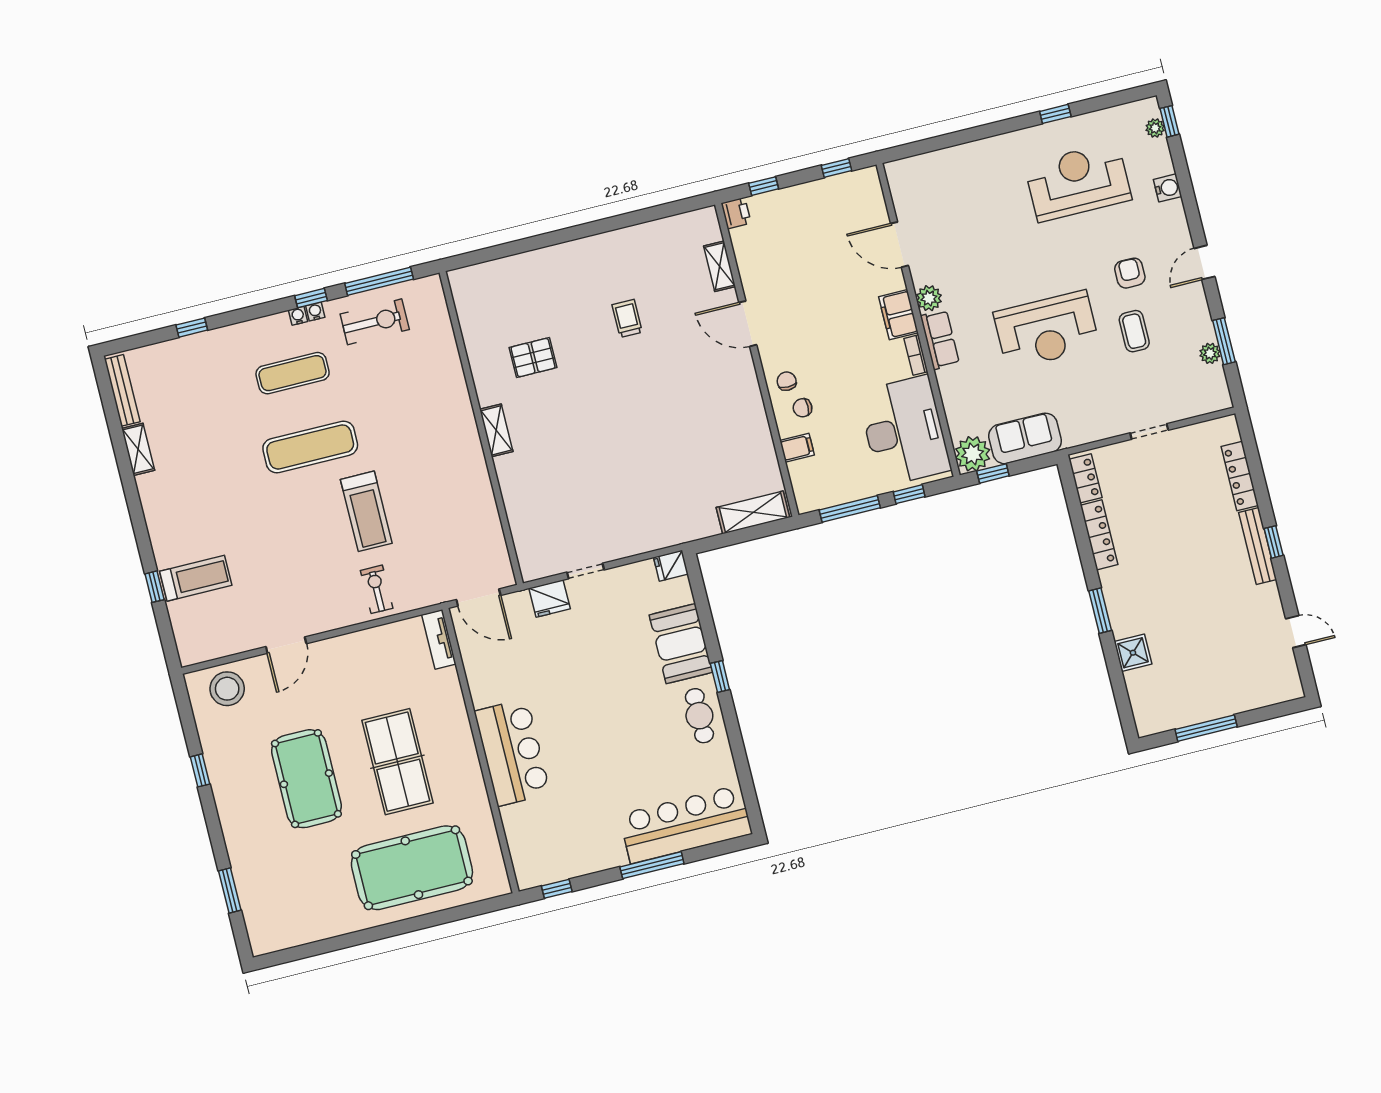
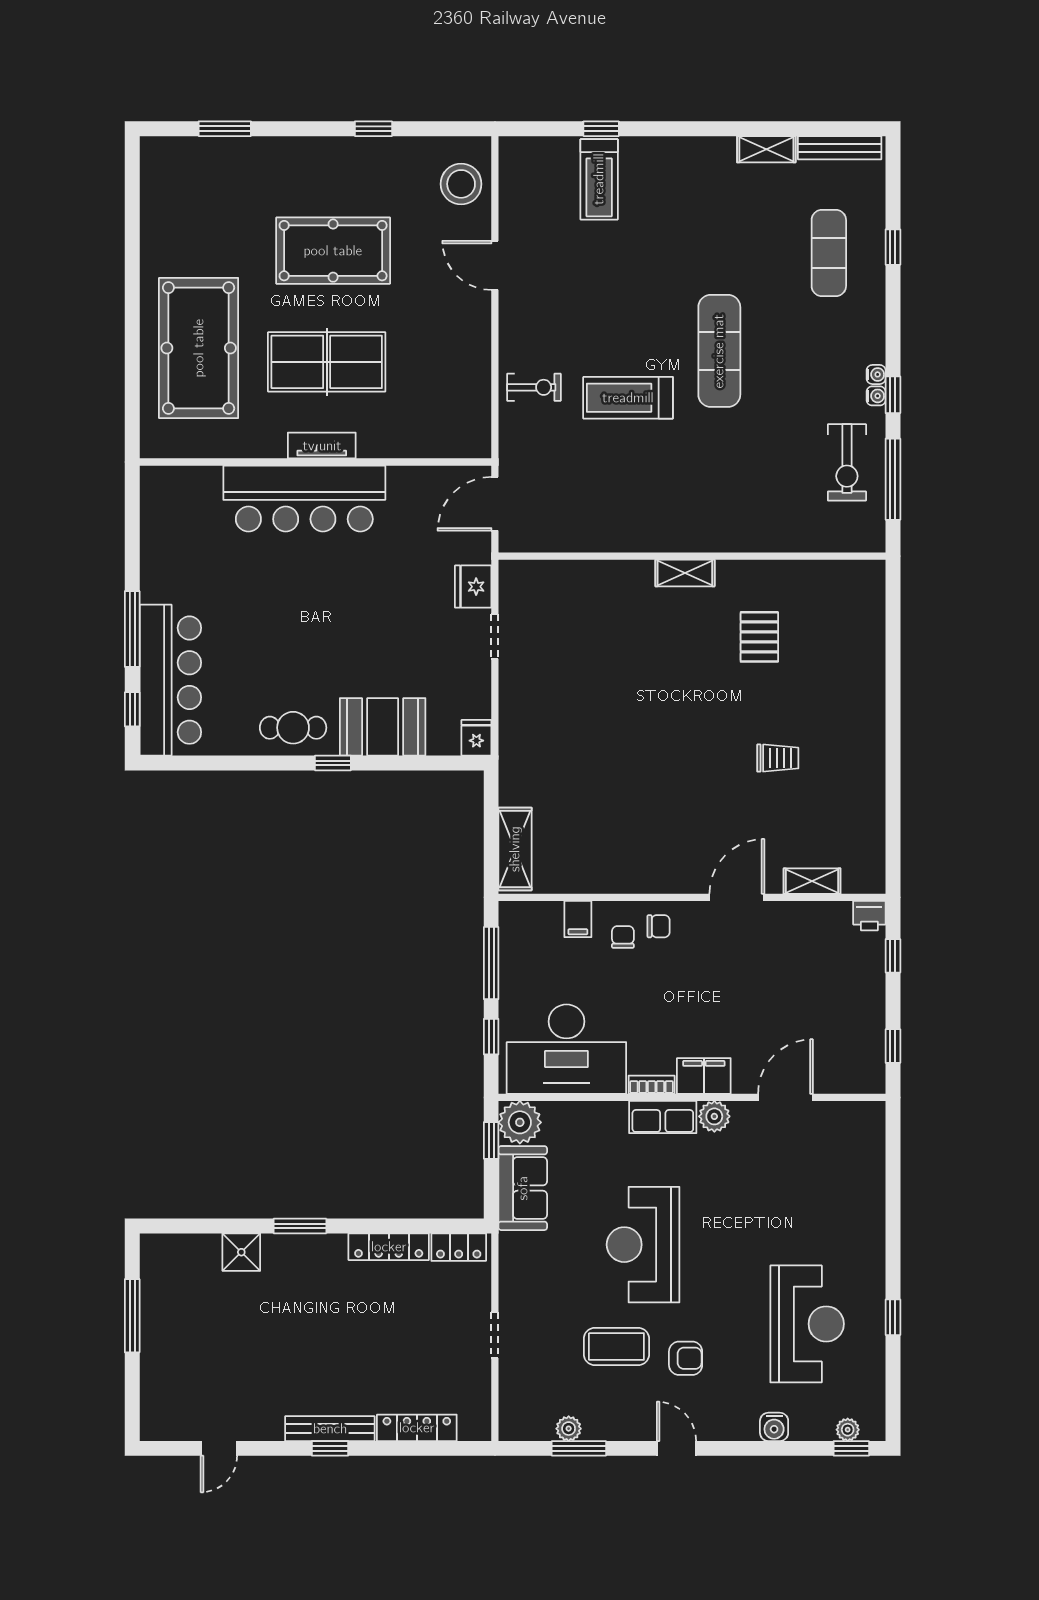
coffee table: (1134, 331) -> (616, 1347), width x1.36, depth x1.30
exercise mat: (293, 373) -> (829, 253), moved
tv unit: (439, 639) -> (322, 446), moved
bar counter: (512, 752) -> (304, 499), width x1.36
window: (557, 889) -> (132, 709), moved

